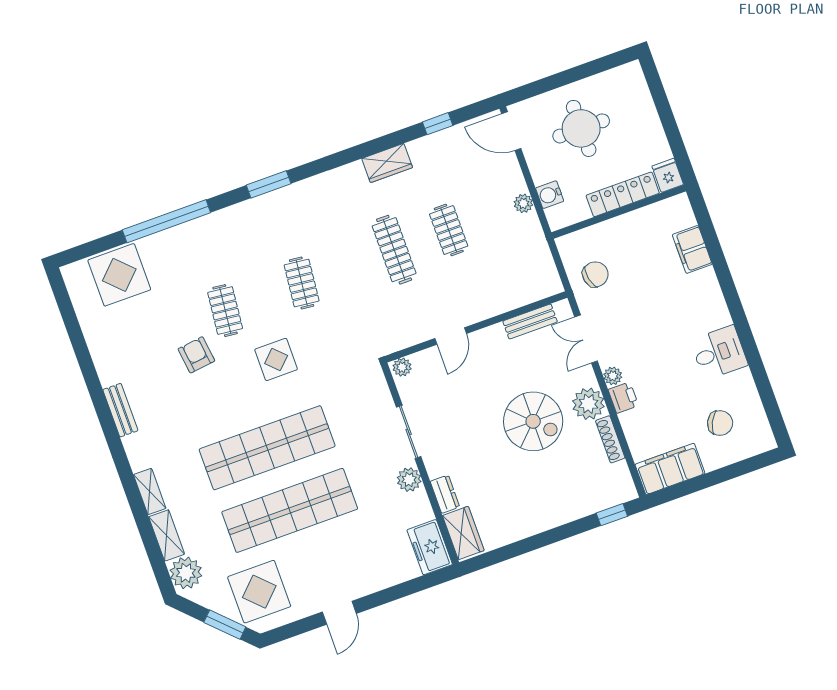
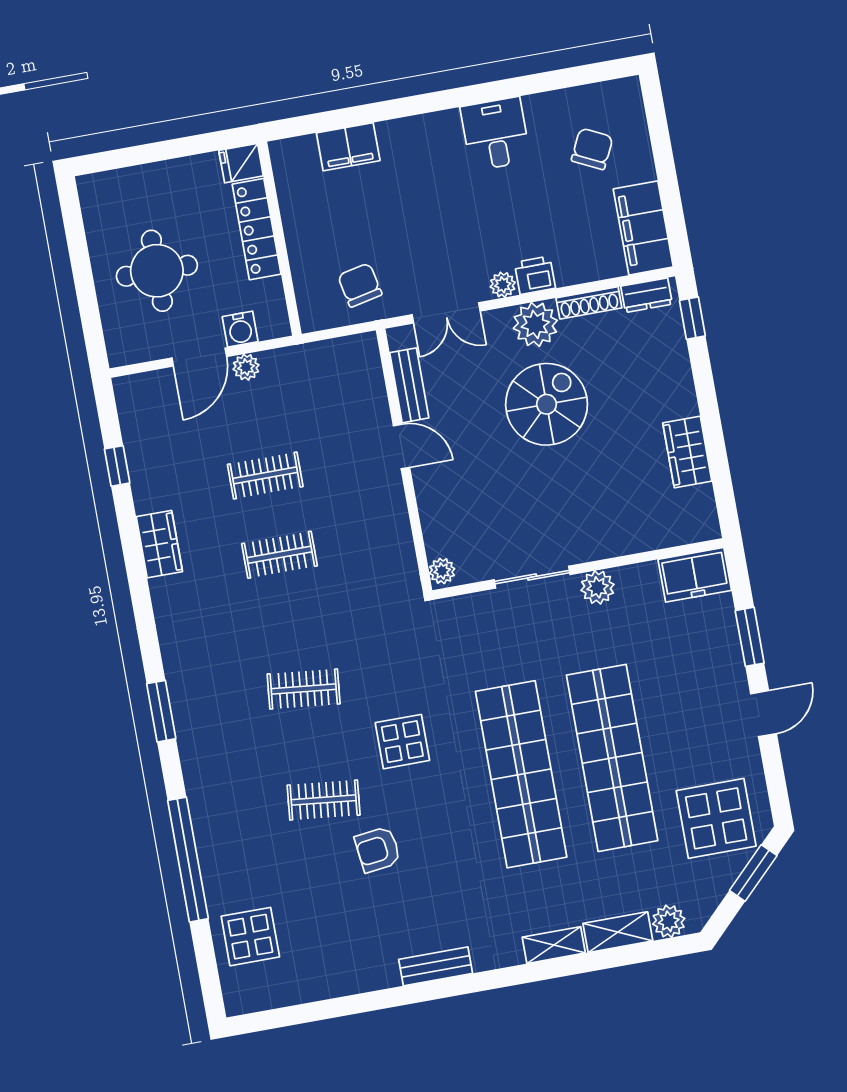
door: (511, 131) -> (199, 357), moved
clothes rail: (394, 250) -> (280, 555), width x0.73
display table: (119, 275) -> (250, 937), width x0.73, depth x0.73
door: (451, 336) -> (402, 447), moved
dresser: (445, 494) -> (647, 295), moved, turned 180
wardrobe: (463, 533) -> (687, 452), moved, turned -90
plant: (186, 573) -> (669, 921), width x0.73, depth x0.73
window: (392, 594) -> (750, 637), added
door: (339, 613) -> (764, 714), hinge flipped

